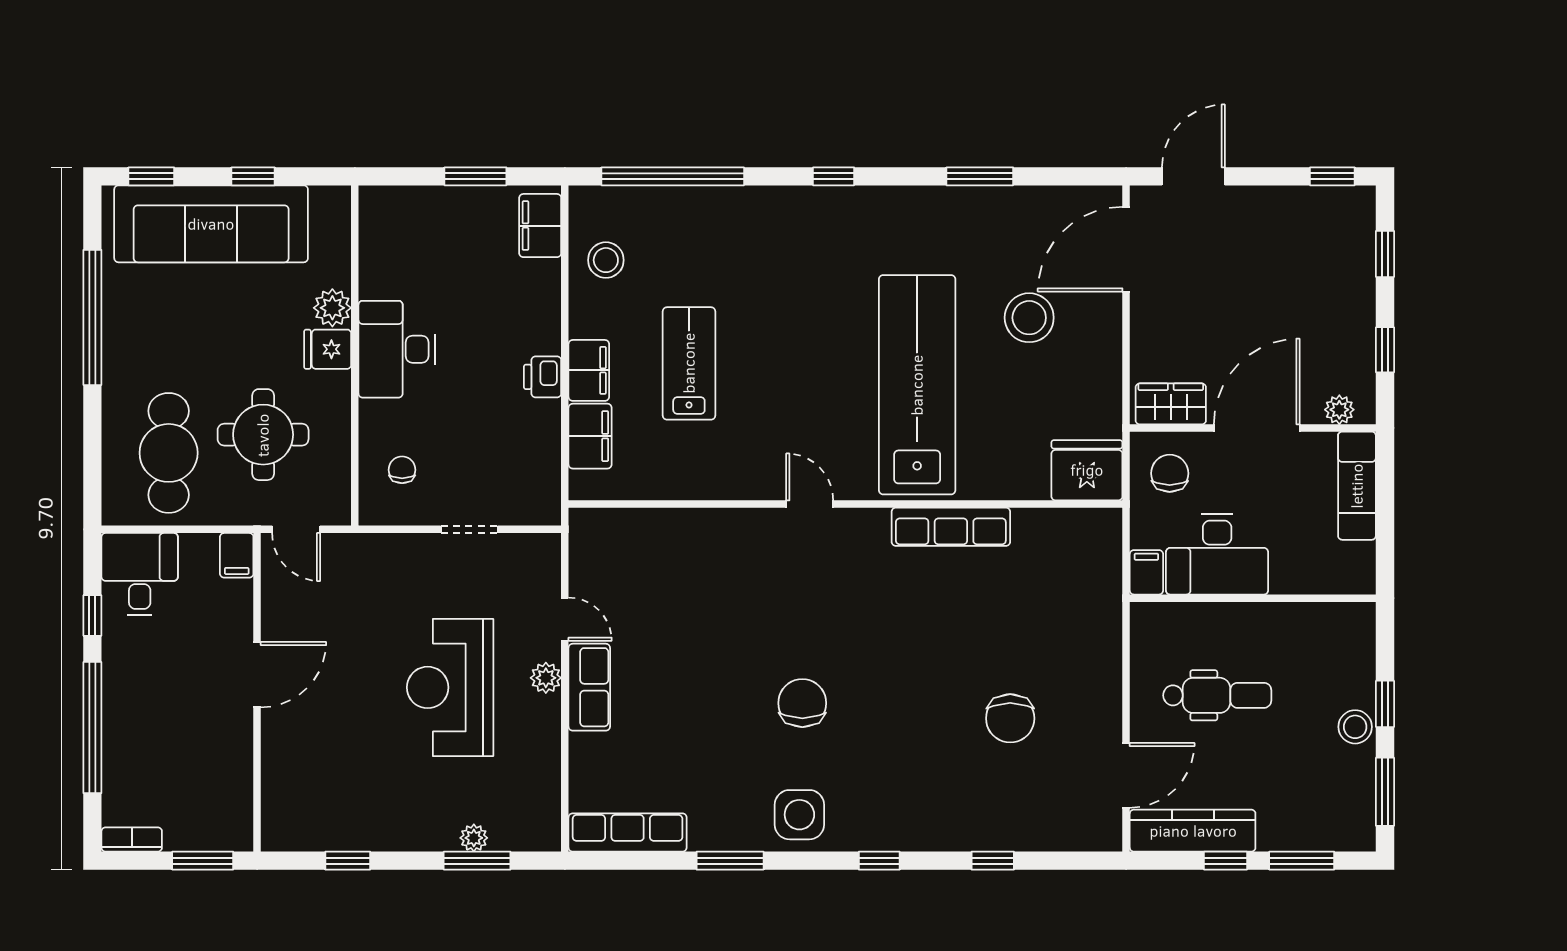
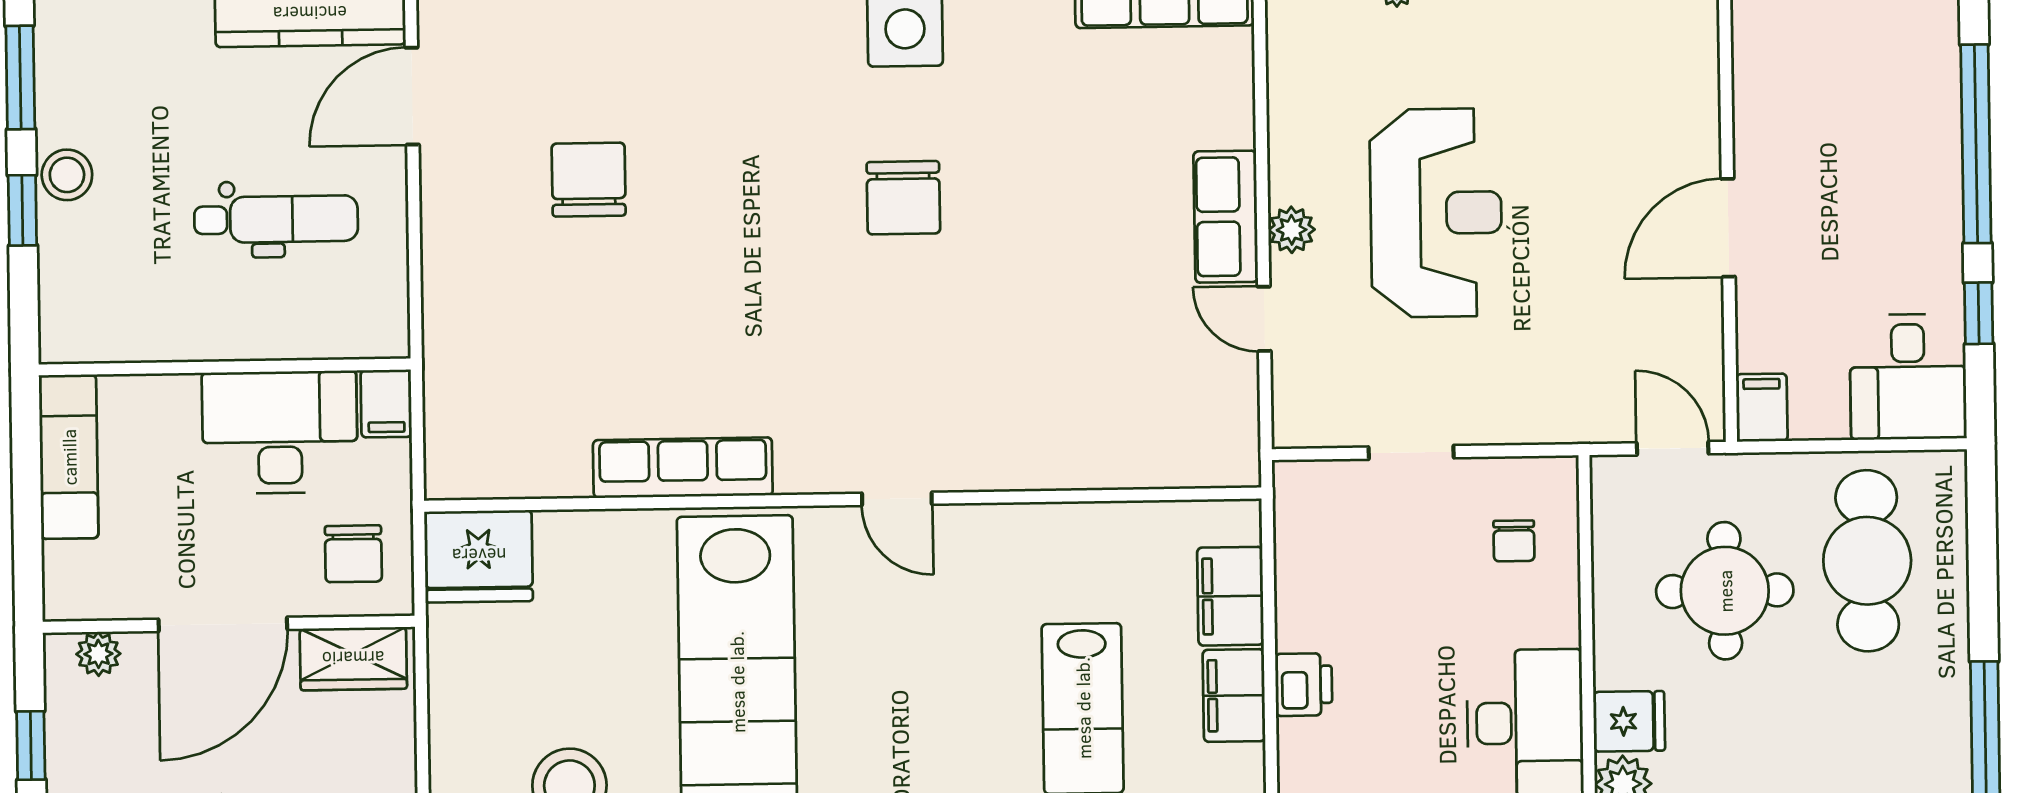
exam couch: (1357, 486) -> (69, 457), moved
dental chair: (1217, 695) -> (276, 219), turned 180

